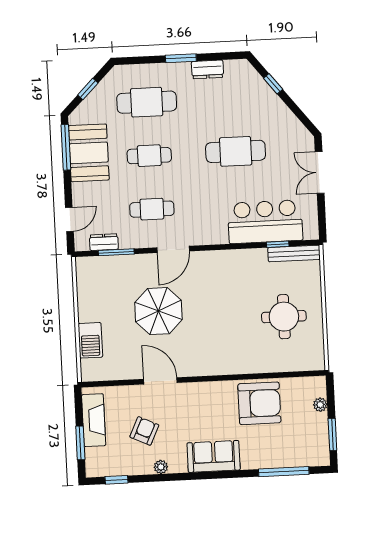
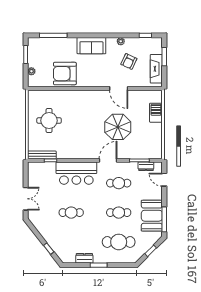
cafe table: (236, 151) -> (71, 213), width x0.73, depth x0.74
door: (69, 219) -> (164, 180), hinge flipped
bar counter: (265, 222) -> (76, 173), moved

